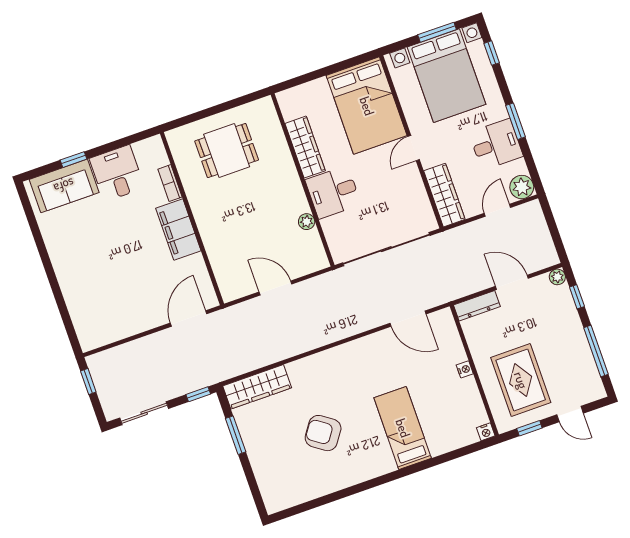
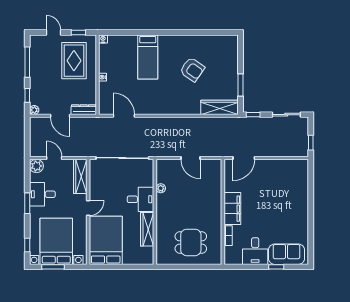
door: (497, 210) -> (54, 158), swing flipped

